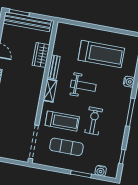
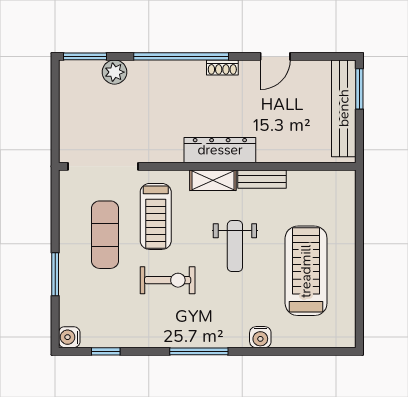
treadmill: (101, 54) -> (306, 271), turned 180
wardrobe: (41, 55) -> (282, 149), removed
dresser: (36, 85) -> (220, 150), added
water cooler: (101, 171) -> (69, 337), moved

